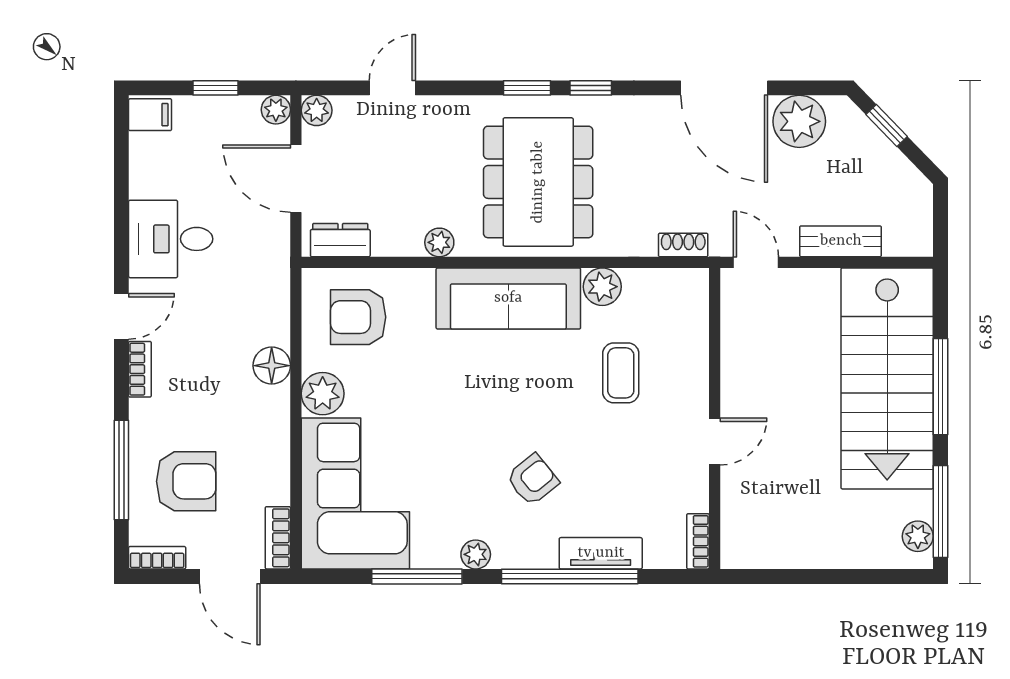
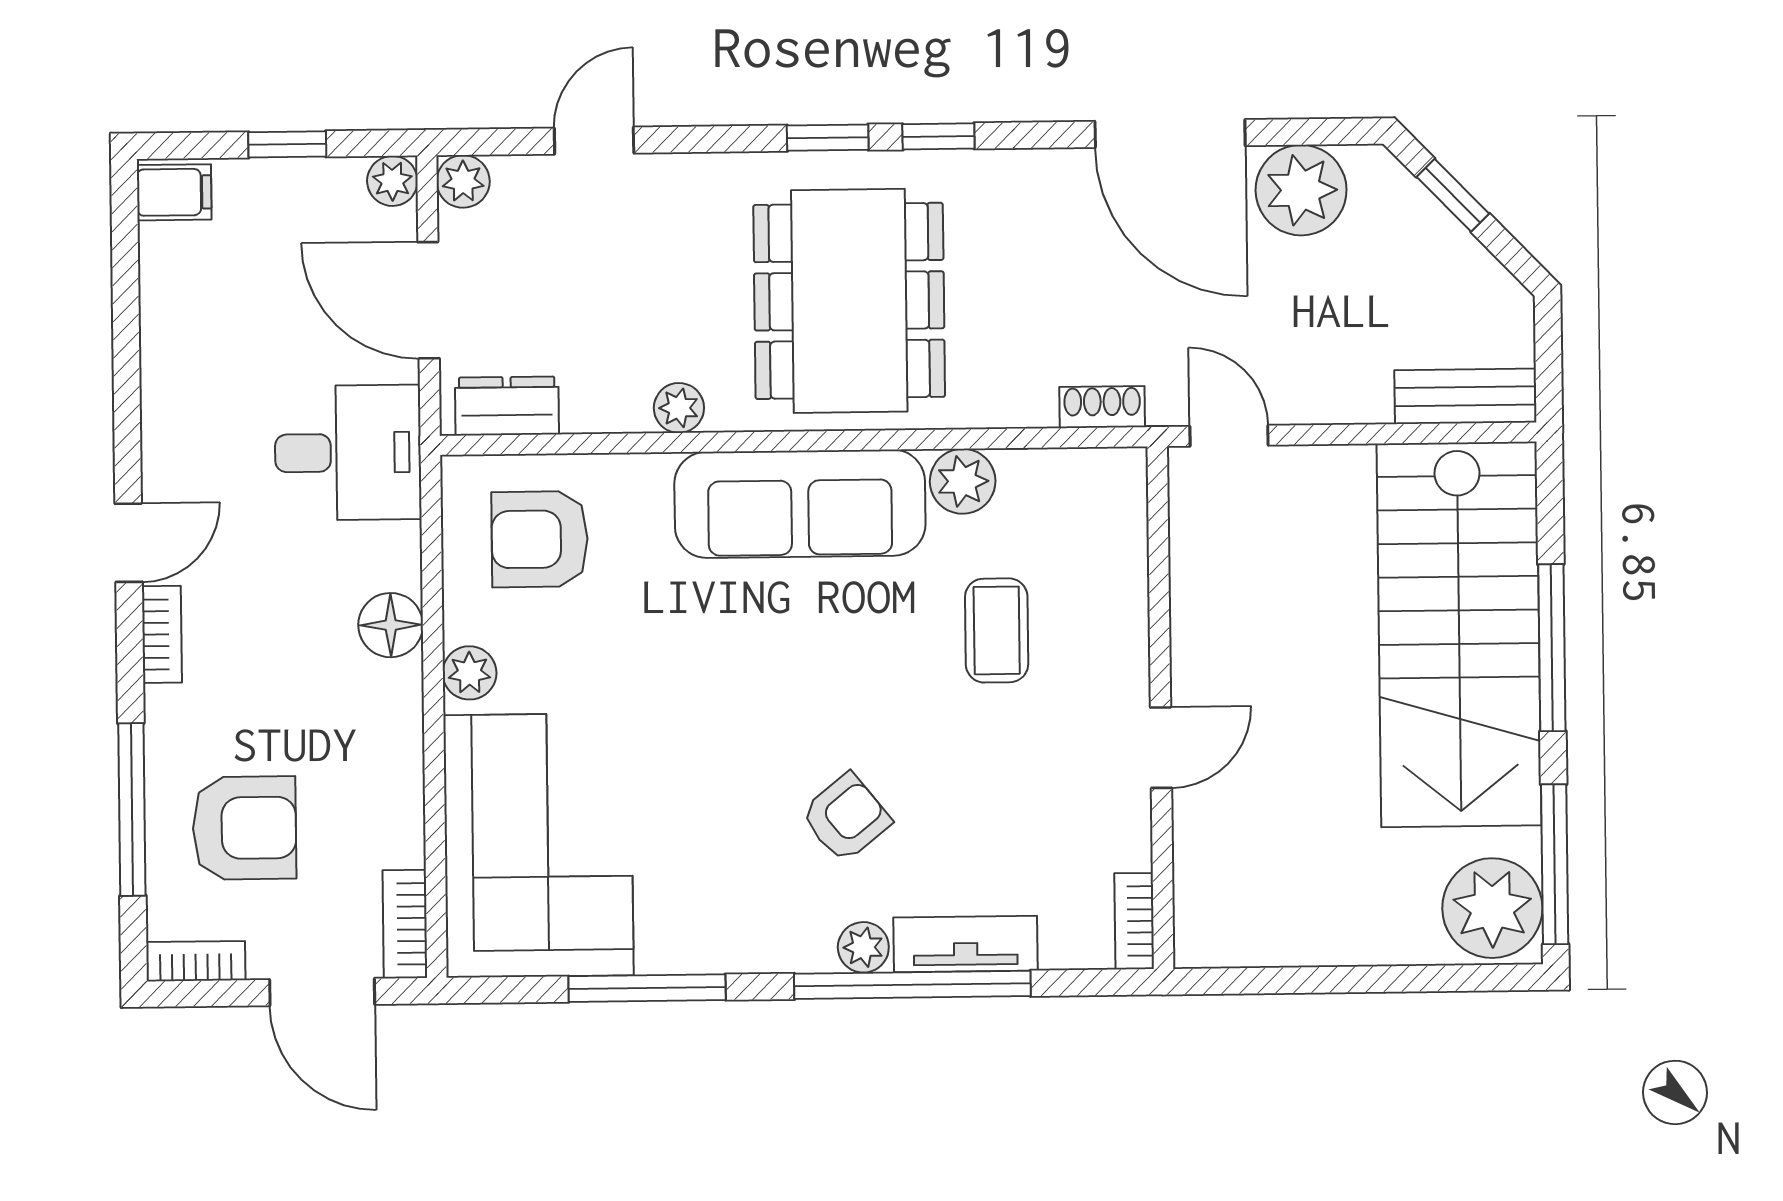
desk: (171, 239) -> (348, 453), moved, turned 180
bench: (841, 241) -> (1465, 396), moved
plant: (323, 394) -> (469, 673), width x0.73, depth x0.73
plant: (918, 536) -> (1492, 908), width x1.88, depth x1.88
plant: (476, 554) -> (863, 947), moved

